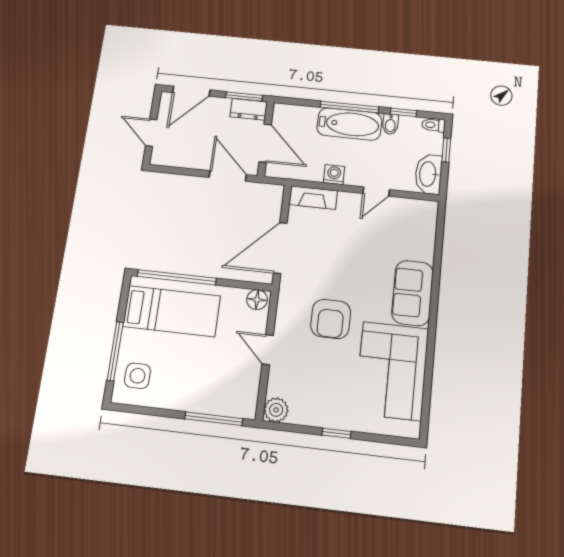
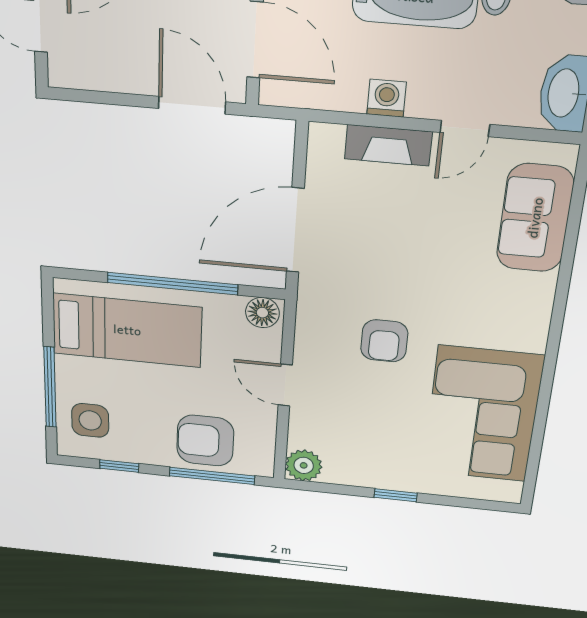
fireplace: (313, 198) -> (388, 145), moved
window: (177, 277) -> (172, 284), moved
sofa: (413, 293) -> (535, 218), moved
armchair: (331, 319) -> (384, 341), width x0.72, depth x0.72
armchair: (212, 391) -> (205, 441), added
window: (151, 411) -> (119, 466), added

